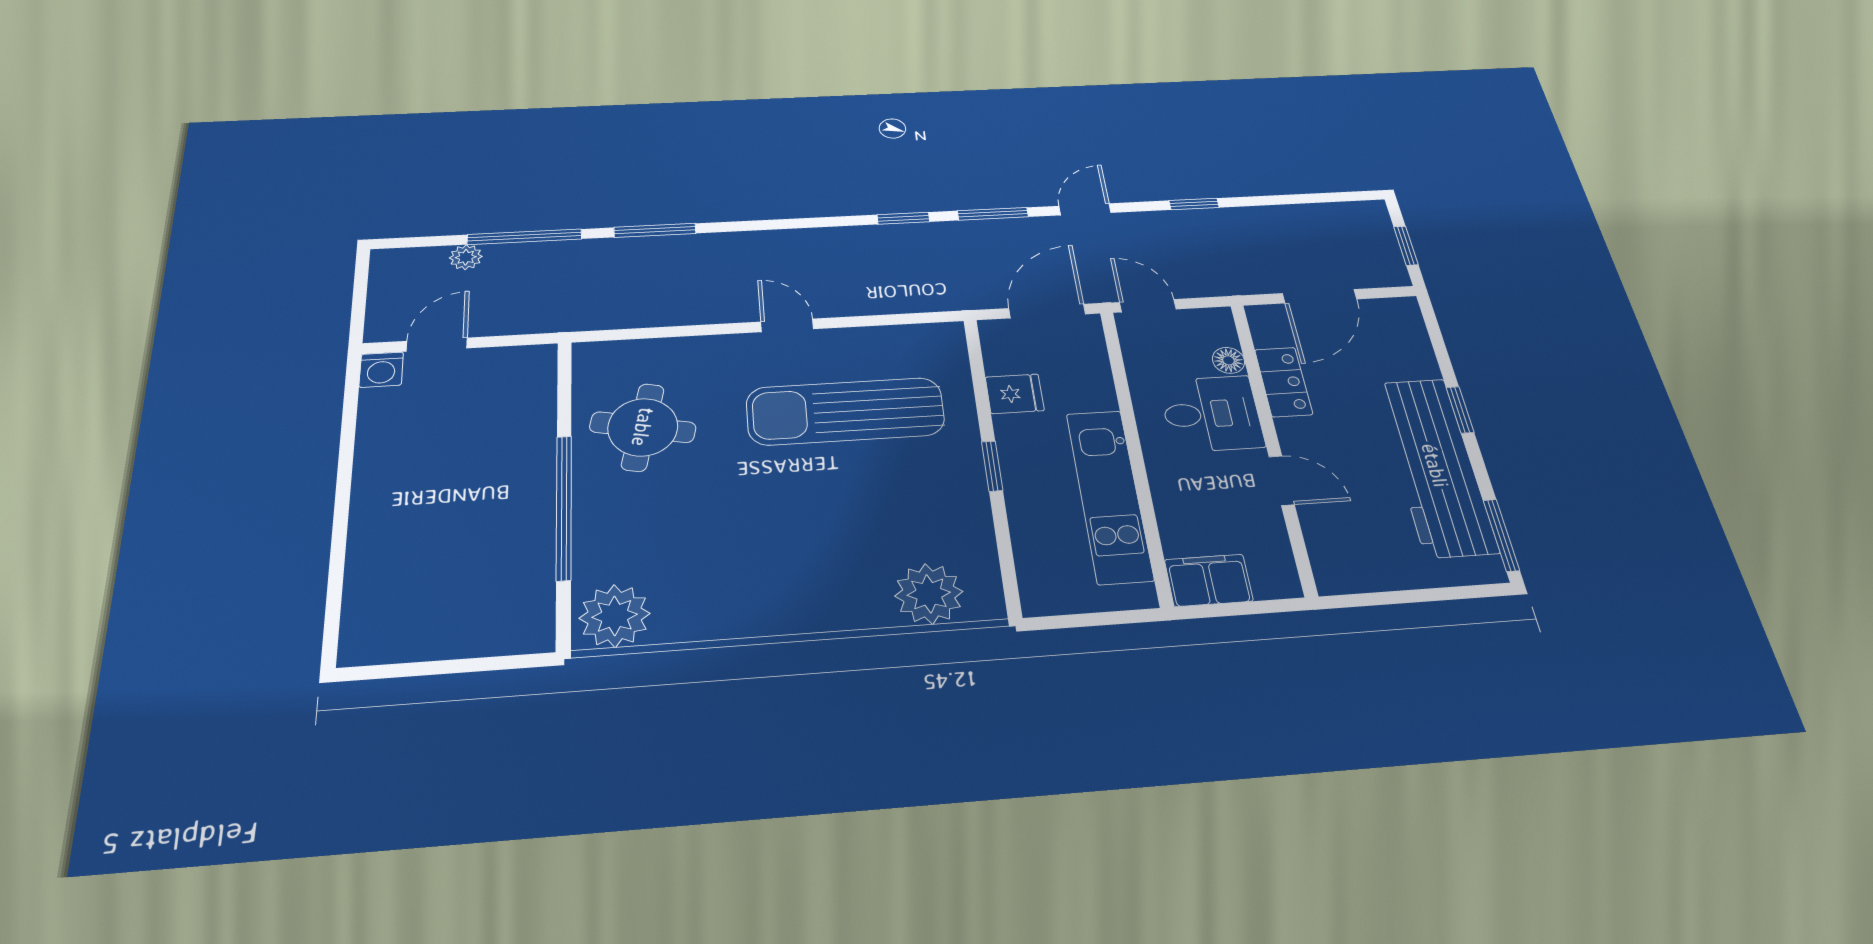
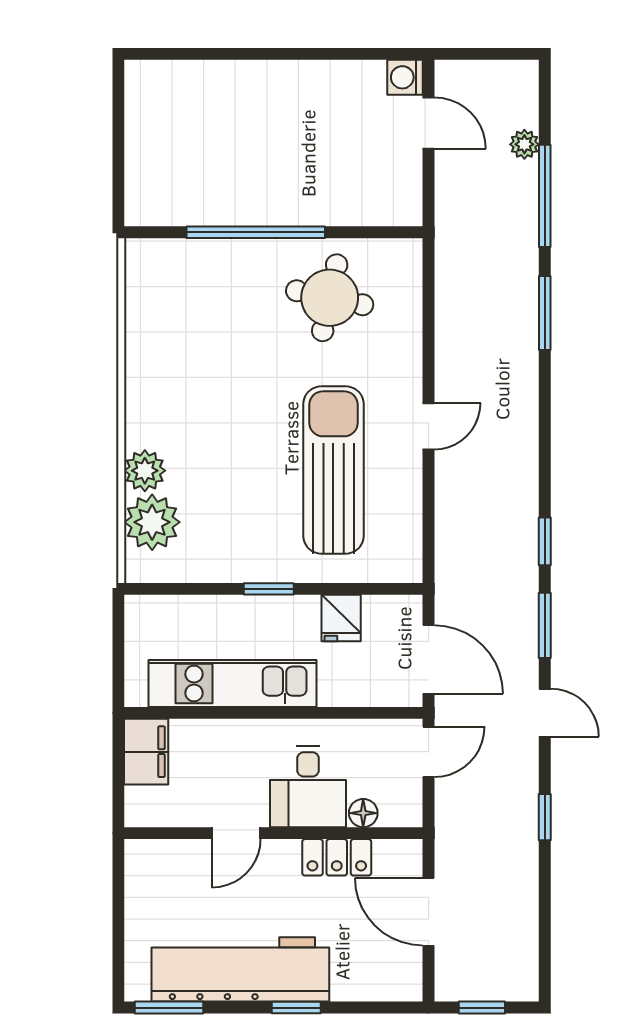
plant: (615, 616) -> (145, 471), moved, width x0.73, depth x0.73

